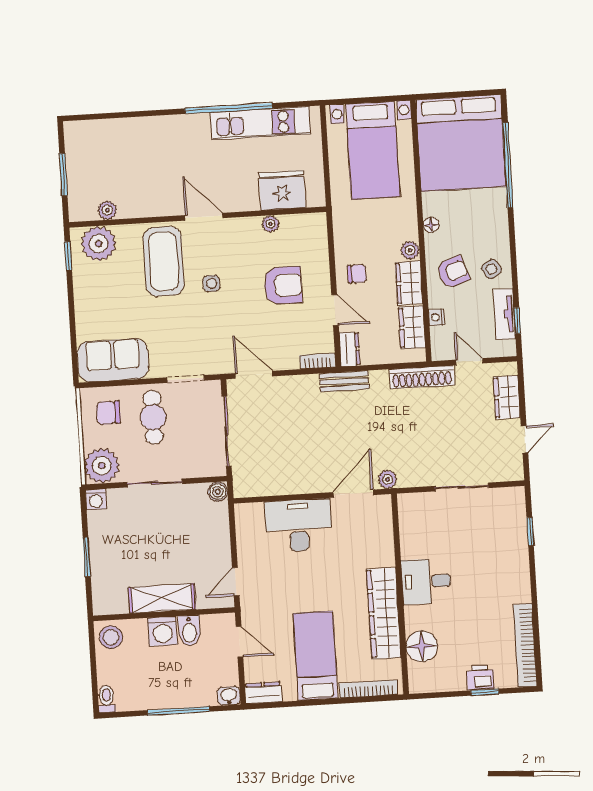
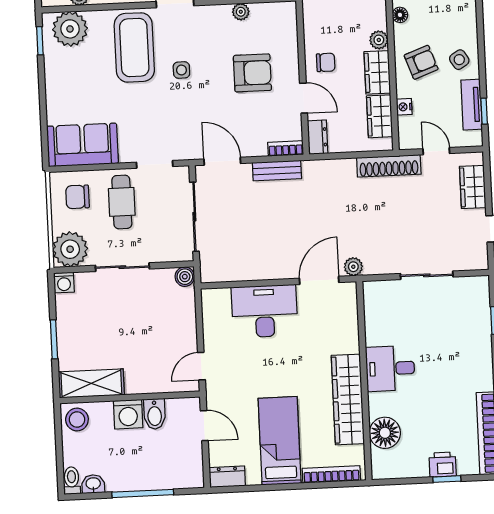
bench: (344, 381) -> (277, 171), moved
shelving: (162, 598) -> (91, 383), moved
washbasin: (229, 696) -> (93, 484), moved

